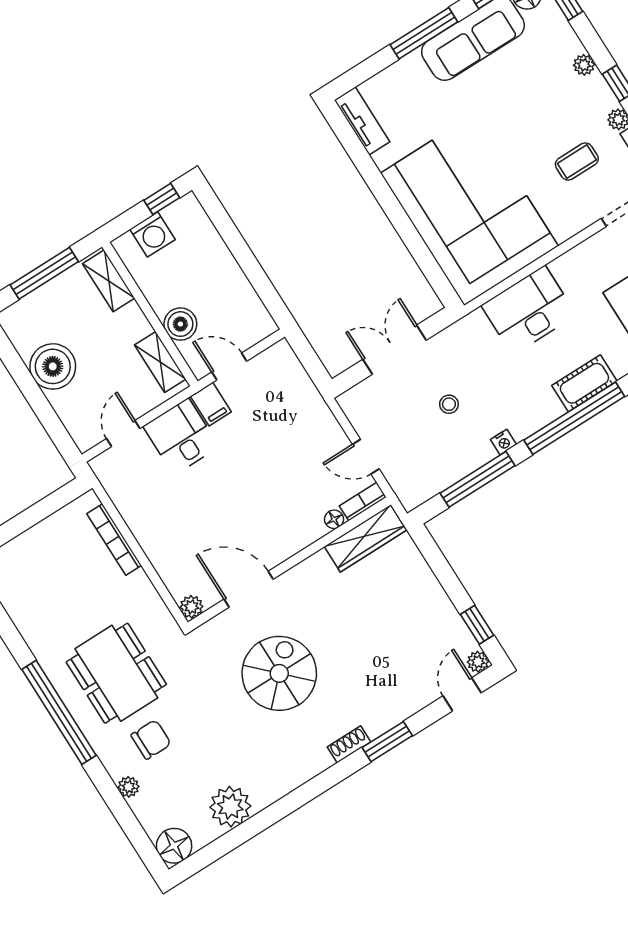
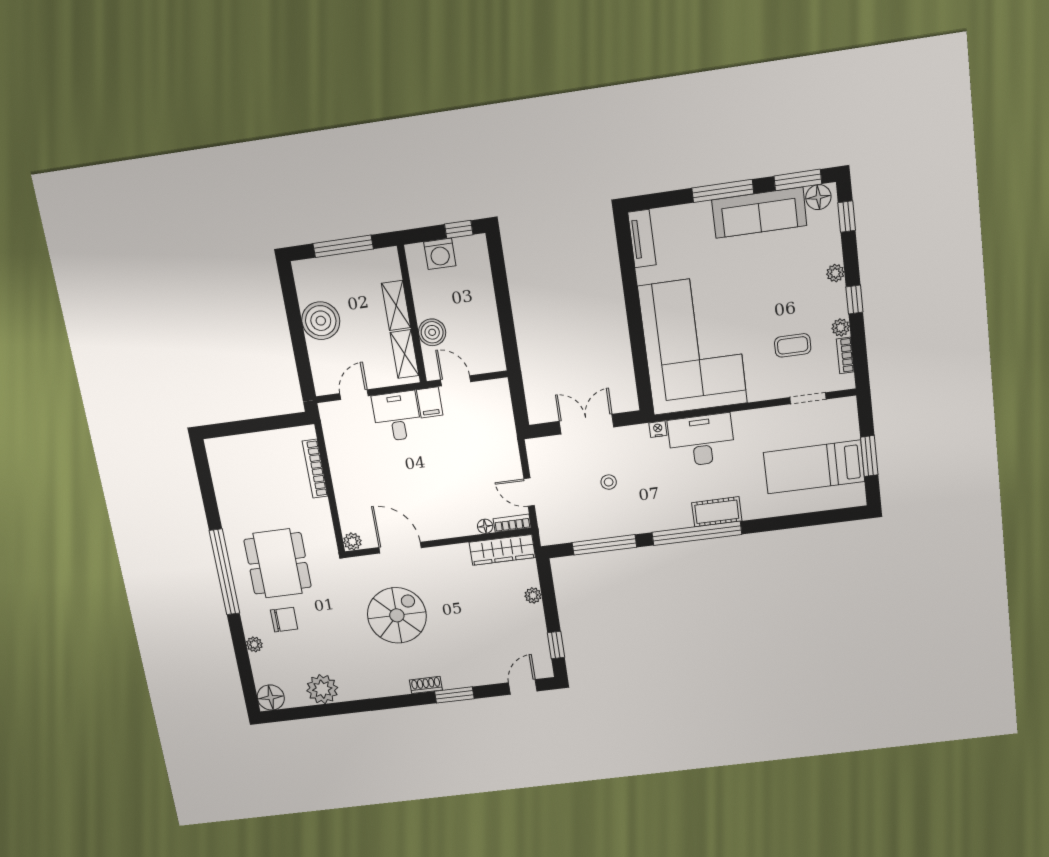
shelving: (109, 281) -> (396, 305), moved
nightstand: (503, 442) -> (658, 429), moved, turned 180
plant: (478, 662) -> (533, 595), moved

